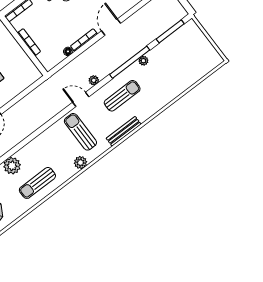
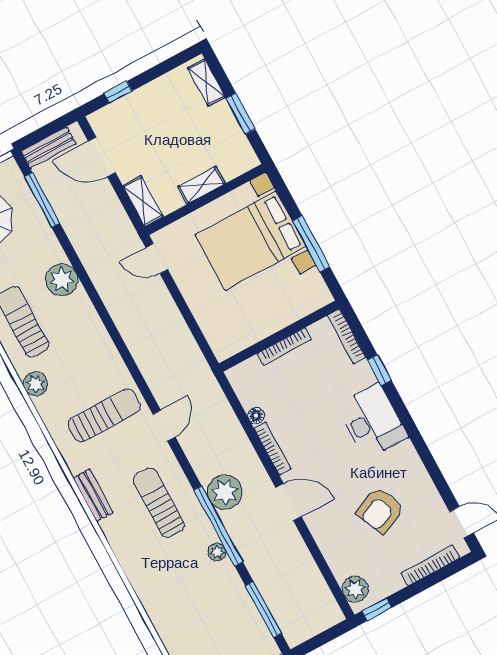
plant: (94, 80) -> (225, 492), moved, width x1.87, depth x1.87
sun lounger: (122, 96) -> (159, 503), turned 180
bench: (124, 131) -> (93, 495), width x0.73
plant: (80, 163) -> (35, 384), moved

